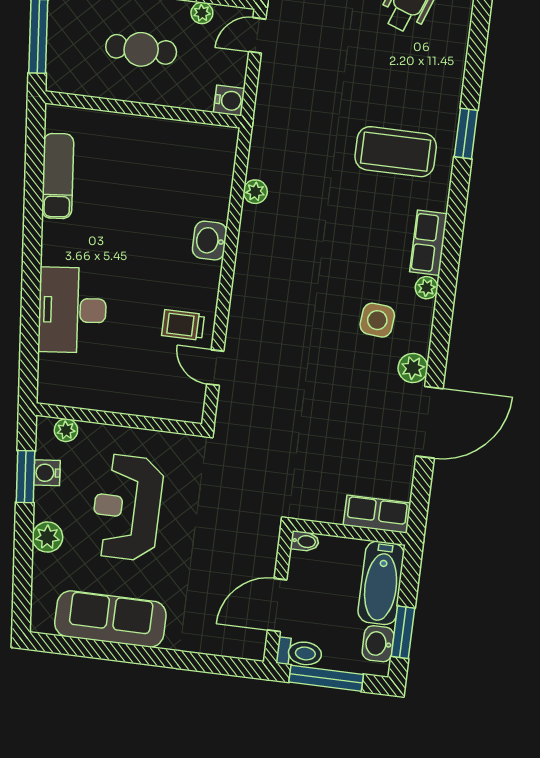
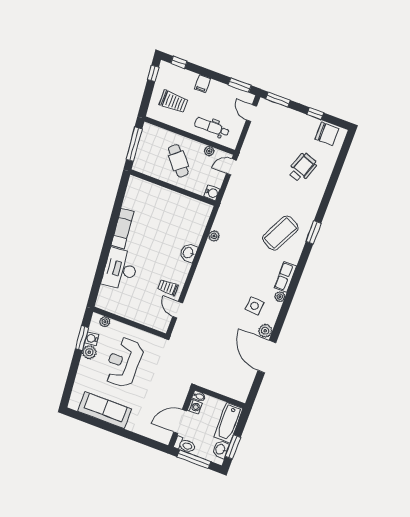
cafe table: (141, 49) -> (178, 161), turned 50
coffee table: (396, 152) -> (280, 233), turned -63
exam couch: (58, 176) -> (122, 229), moved
door: (429, 422) -> (267, 357), swing flipped
row of seats: (377, 514) -> (234, 392), removed
plant: (47, 537) -> (89, 352), moved
washing machine: (301, 566) -> (195, 407), added

